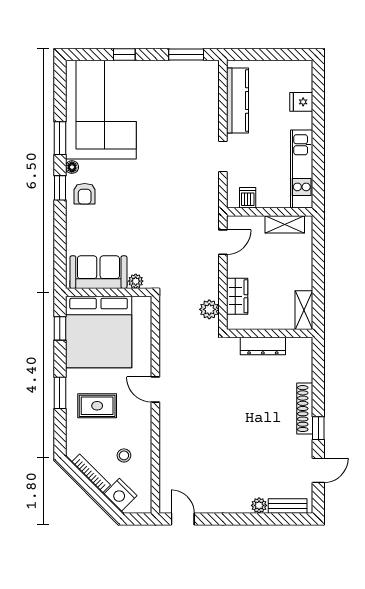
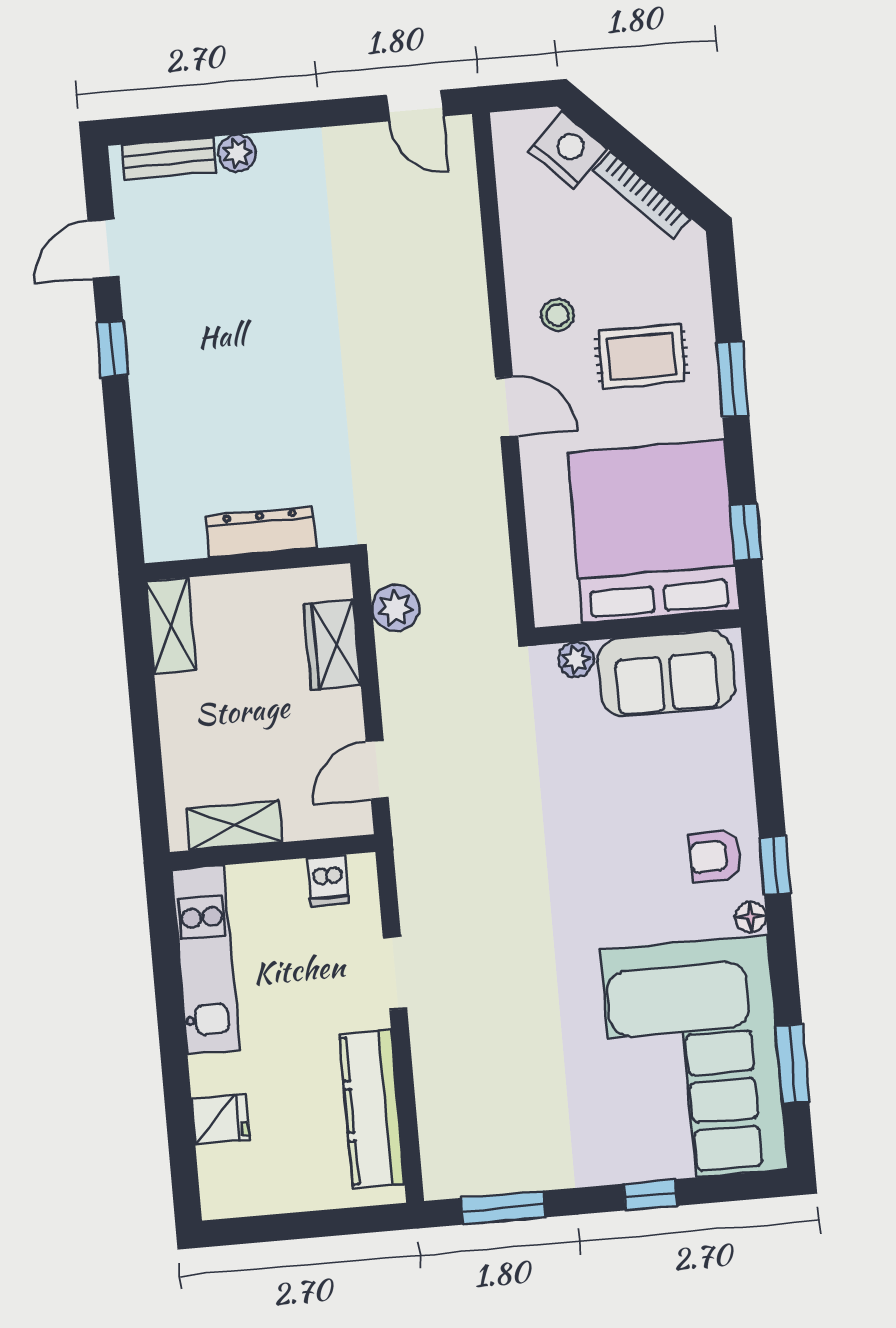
window: (60, 138) -> (792, 1064), moved
armchair: (85, 194) -> (715, 856), turned -90
shoe rack: (305, 409) -> (148, 393), removed
stool: (124, 455) -> (558, 315), moved

